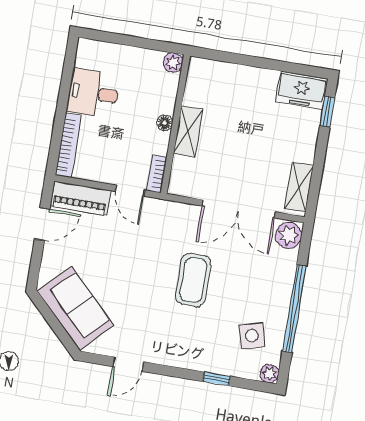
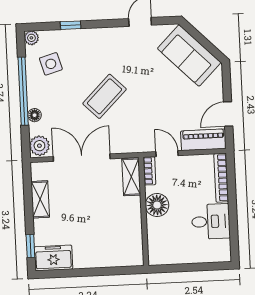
plant: (173, 63) -> (155, 258), removed
floor lamp: (165, 123) -> (157, 205), width x1.89, depth x1.89
shelving: (188, 131) -> (131, 177), moved
shelving: (299, 187) -> (40, 199), moved
floor lamp: (286, 275) -> (35, 115), added
coffee table: (193, 280) -> (105, 96), turned 45

